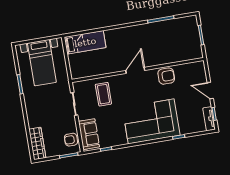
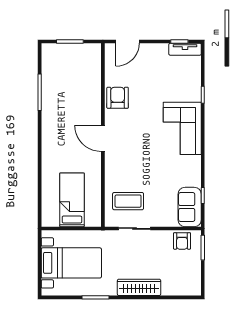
bed: (85, 42) -> (72, 200), moved
door: (210, 91) -> (128, 41), moved
coffee table: (103, 94) -> (128, 201), moved
corner sofa: (151, 121) -> (182, 128), width x0.73, depth x0.74
sofa: (89, 134) -> (190, 207), moved, turned -90
wardrobe: (37, 143) -> (139, 287), moved

